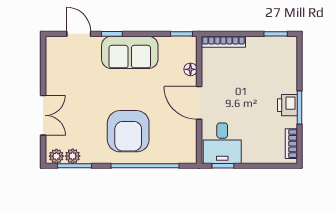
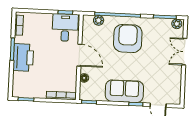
printer: (287, 105) -> (23, 58), width x1.87, depth x1.48
plant: (73, 156) -> (99, 20), moved

